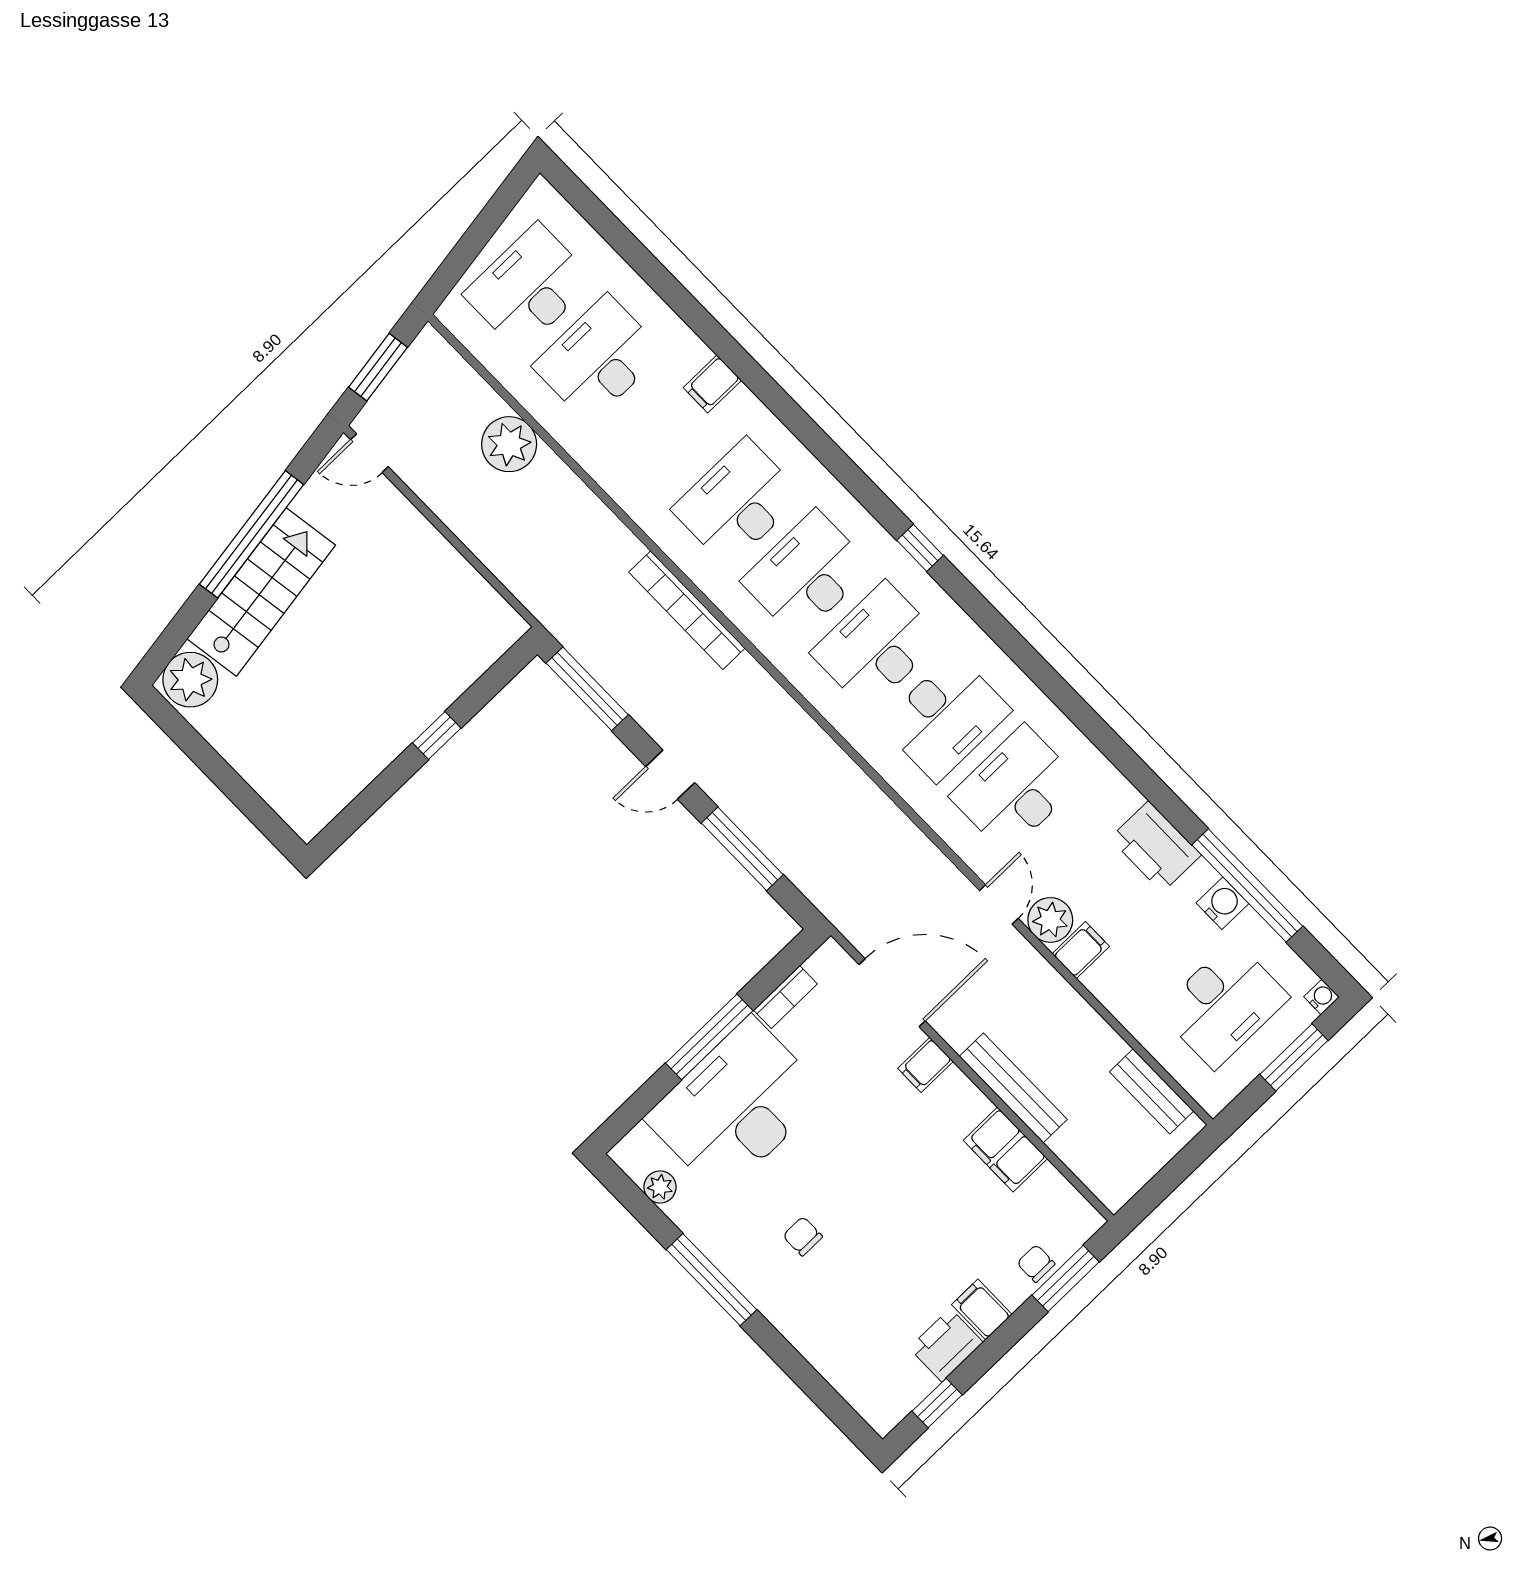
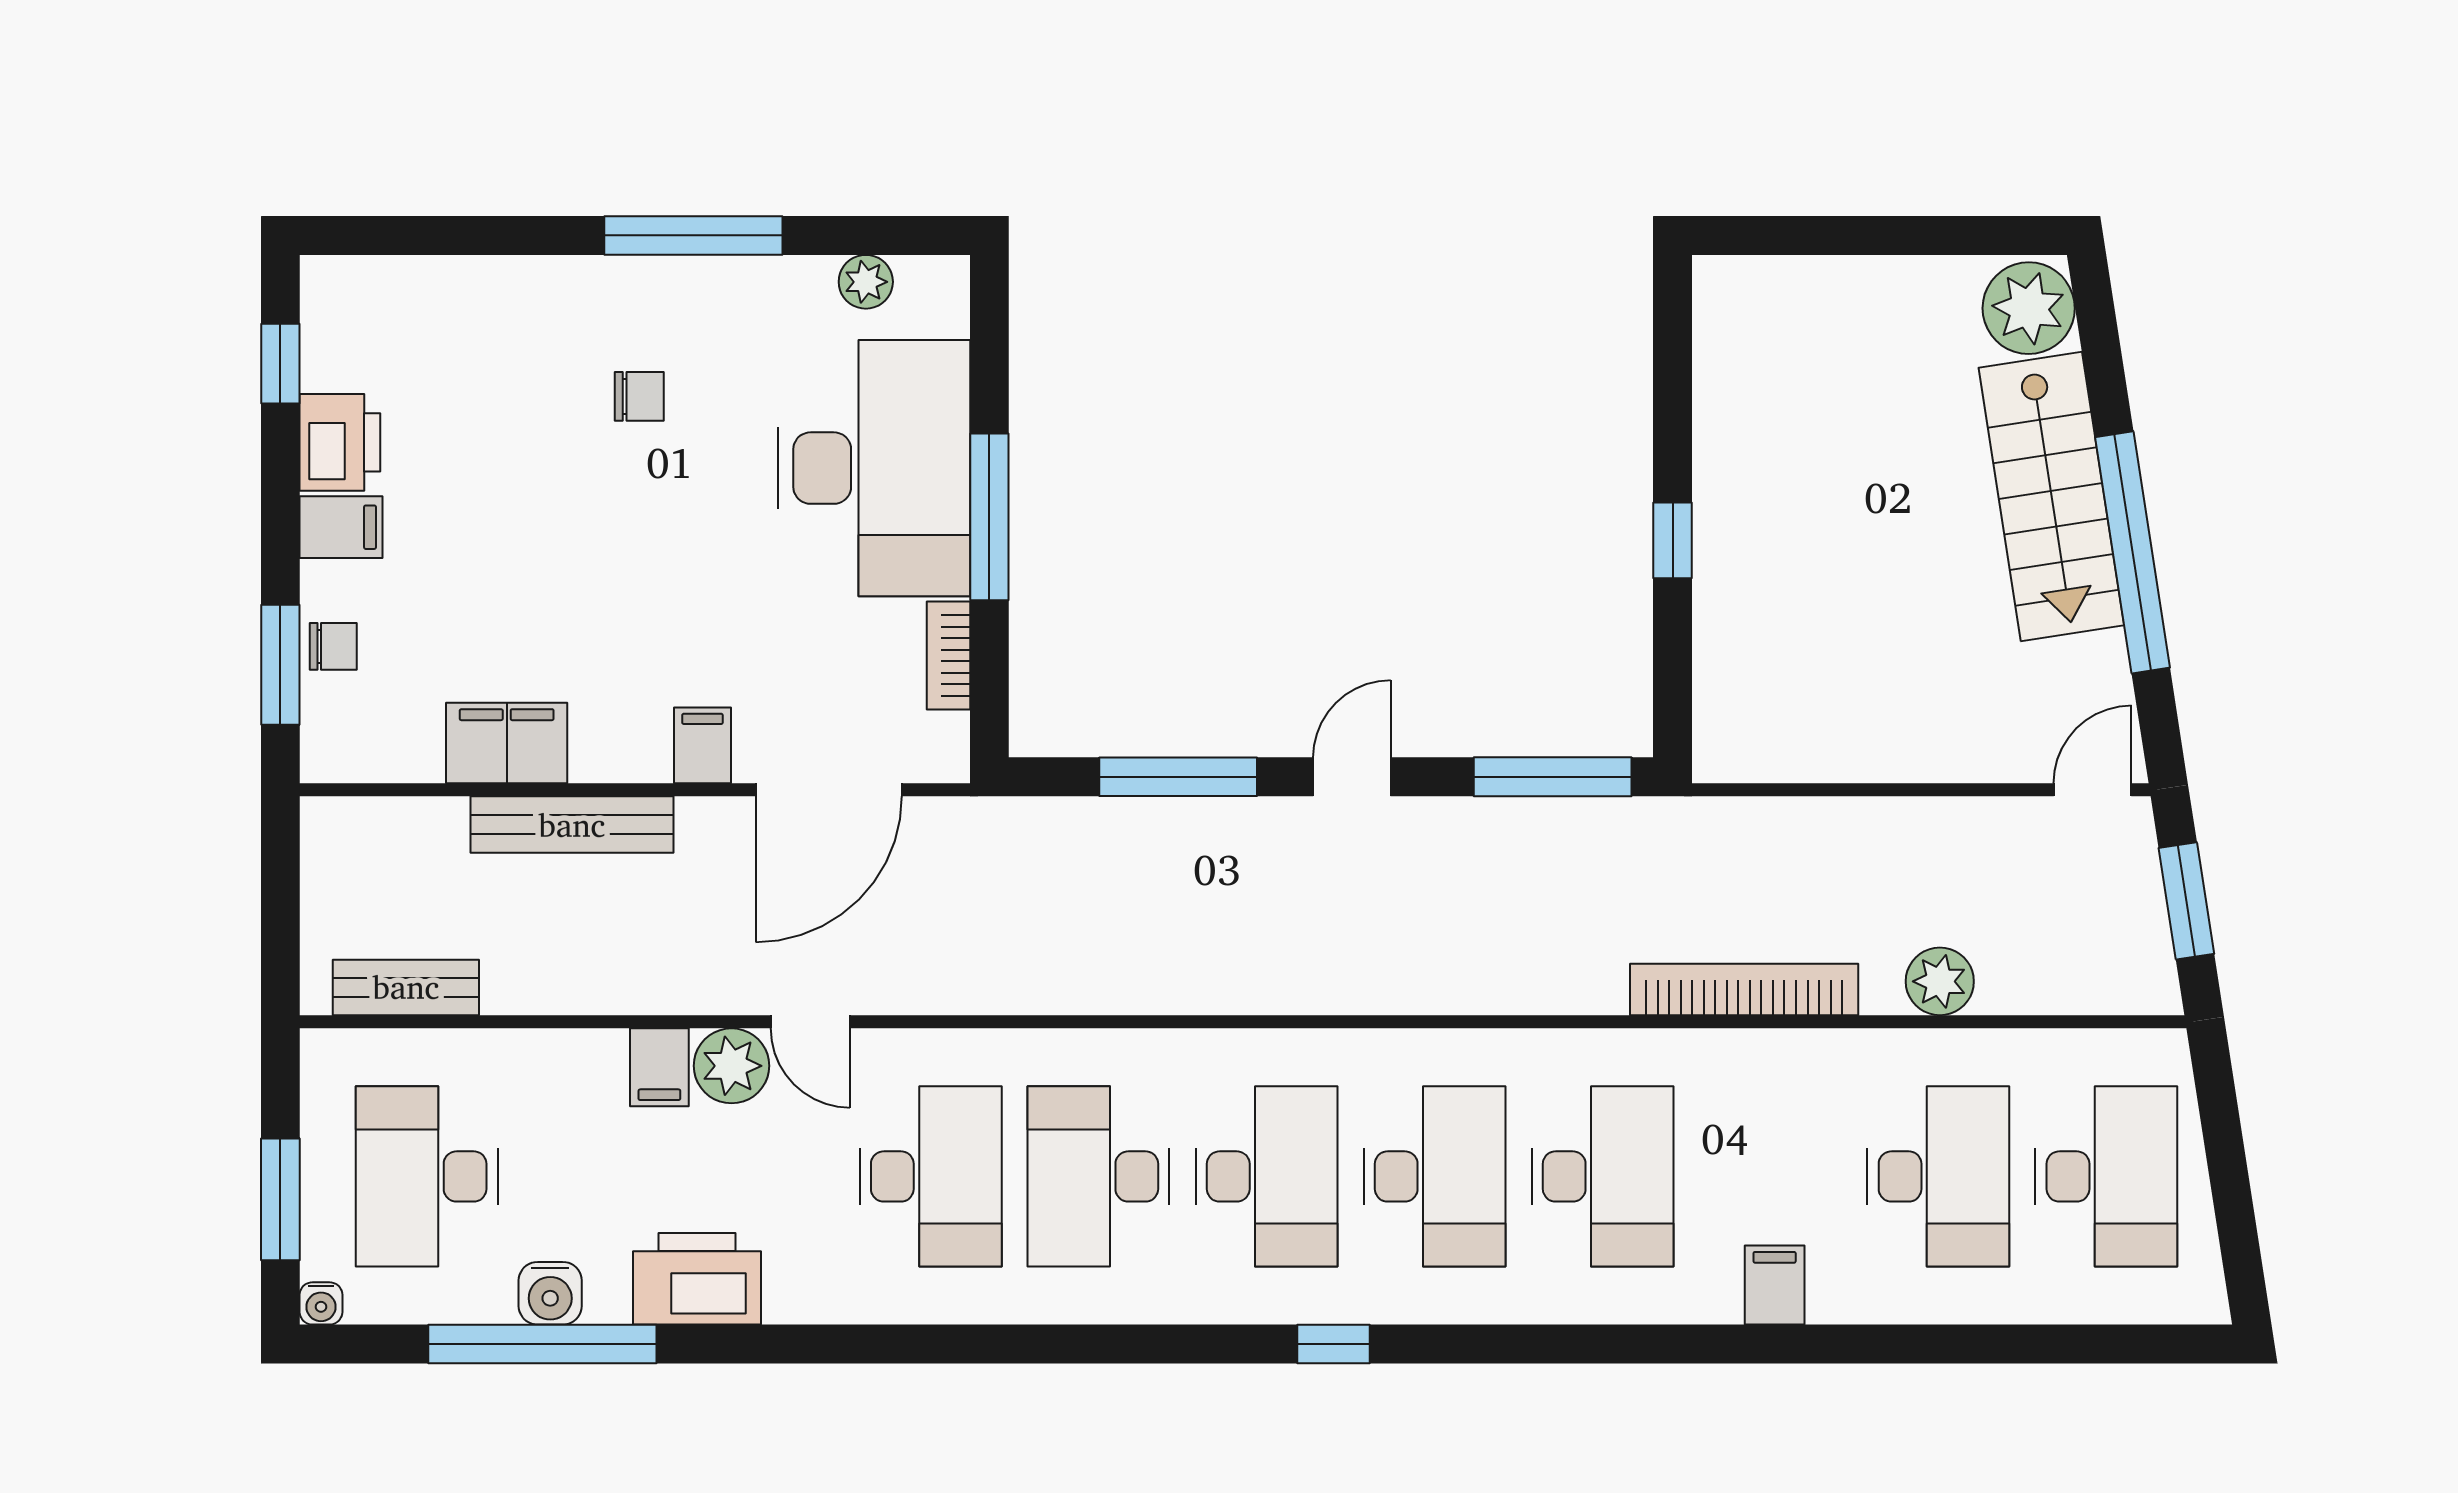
plant: (509, 444) -> (1940, 981), width x0.73, depth x0.73
bookcase: (687, 610) -> (1744, 989), moved

